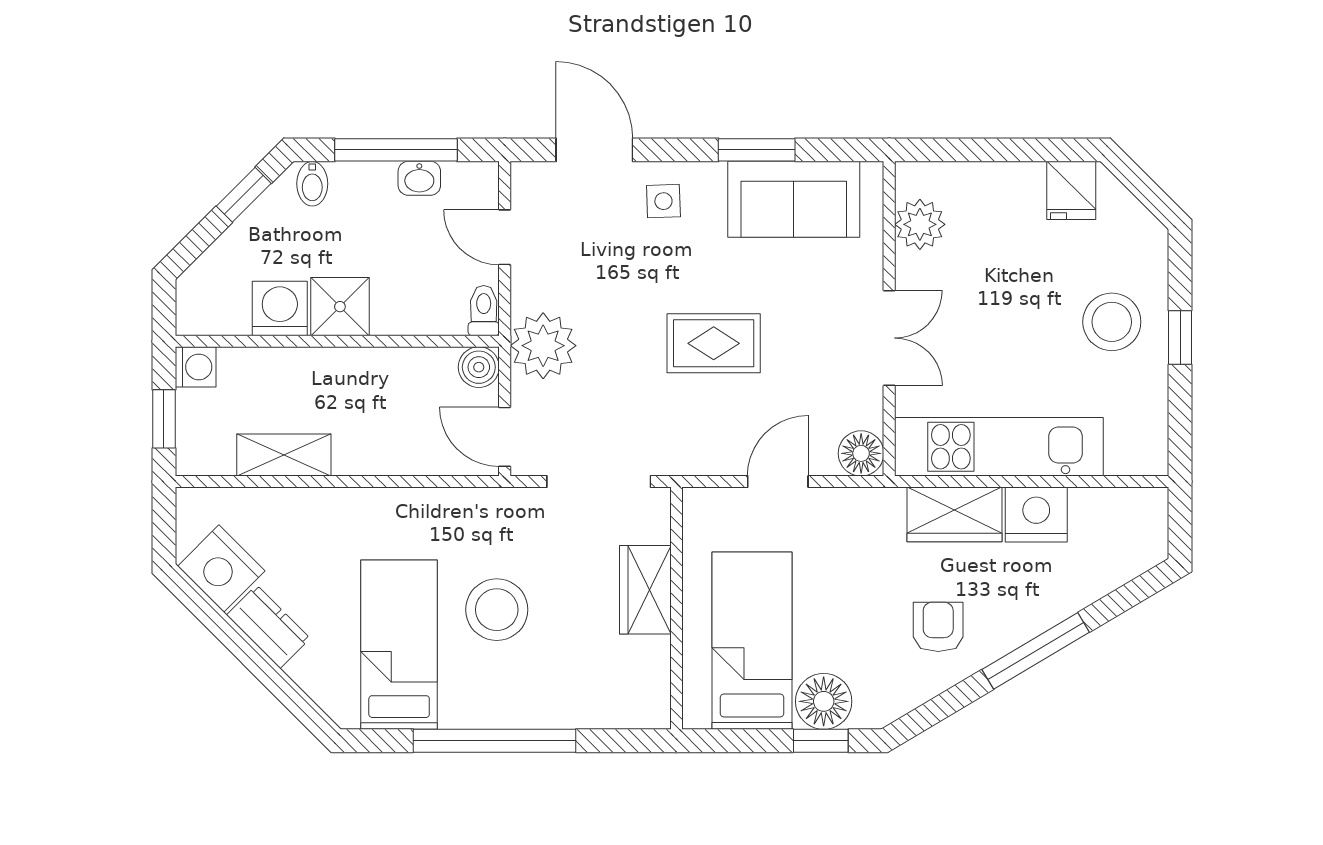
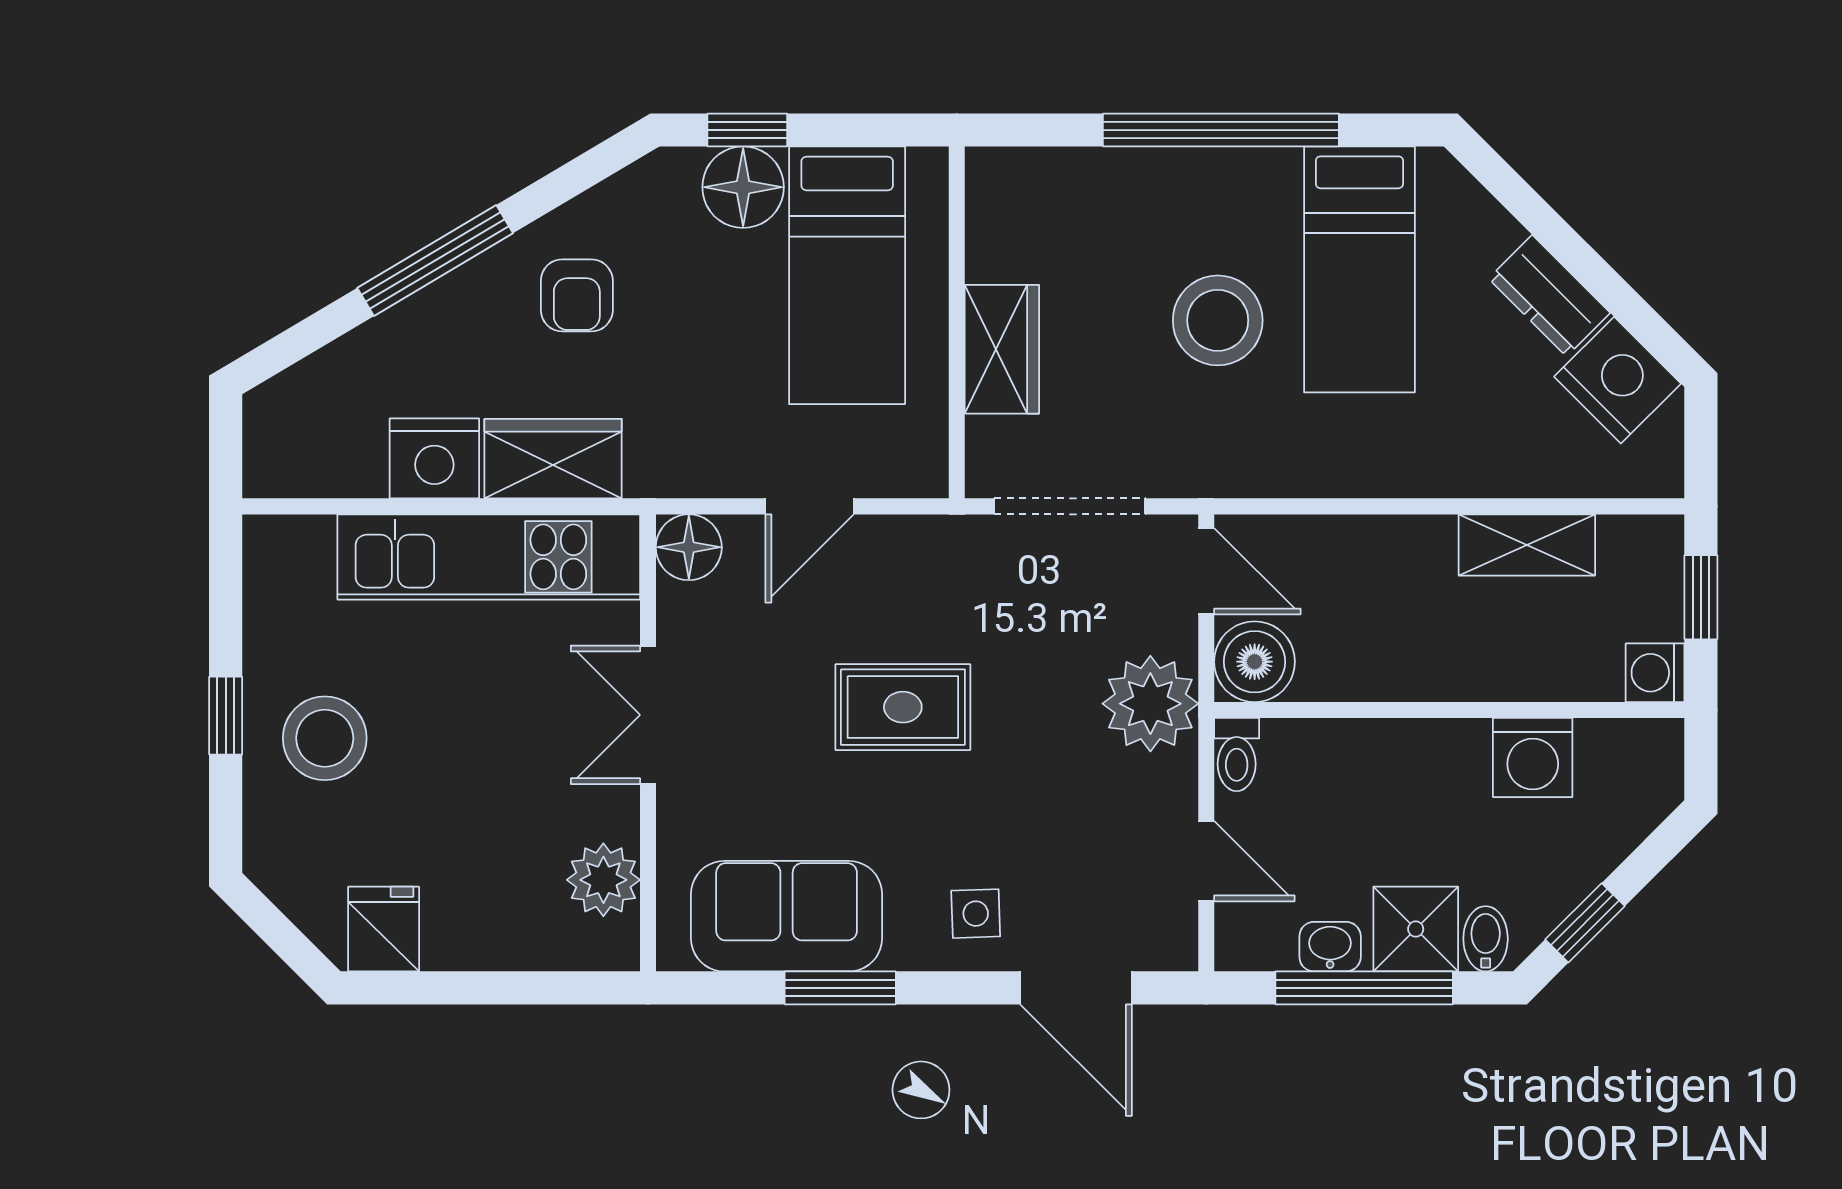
shower: (340, 307) -> (1416, 929), moved
boiler: (479, 367) -> (1255, 662), width x1.36, depth x1.36

